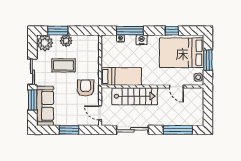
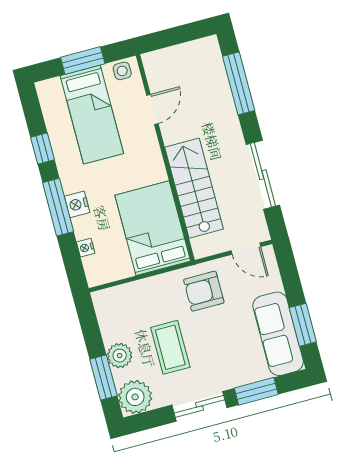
window: (130, 31) -> (58, 207), moved
bed: (182, 53) -> (92, 115), width x0.67
bed: (121, 76) -> (153, 228), width x1.50
sofa: (45, 106) -> (278, 334), moved, turned -90
door: (100, 113) -> (246, 249), hinge flipped
window: (69, 130) -> (303, 325), moved

